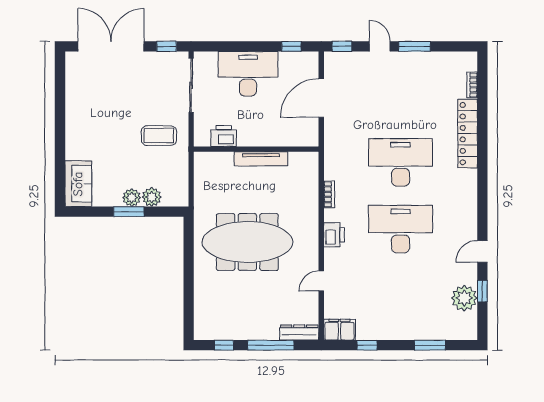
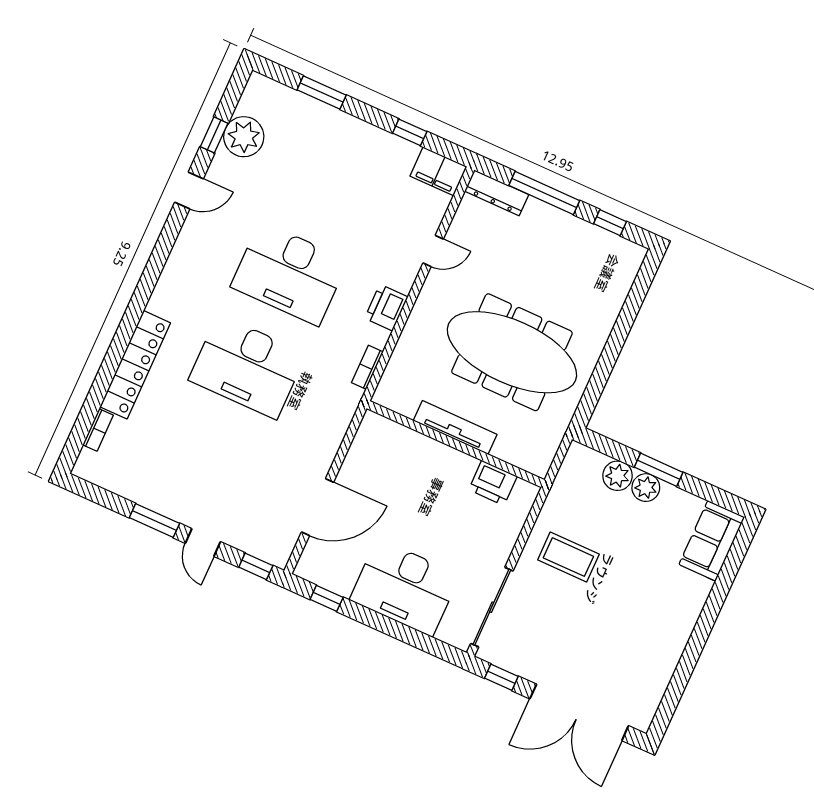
printer: (224, 136) -> (493, 483), moved
wall: (256, 149) -> (456, 444), moved
tv unit: (261, 159) -> (455, 427), moved

